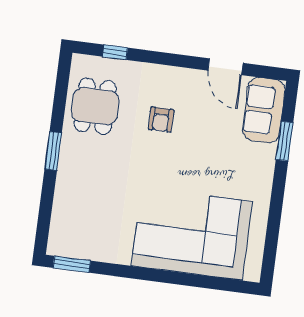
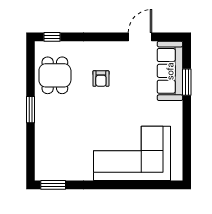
window: (115, 52) -> (52, 37), moved
door: (226, 67) -> (140, 37), swing flipped
sofa: (264, 110) -> (170, 71), width x1.36

